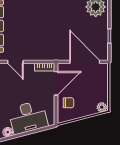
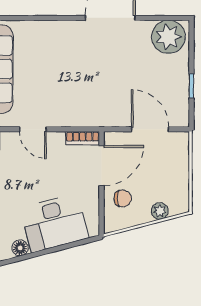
door: (85, 62) -> (150, 129), width x0.73
plant: (102, 107) -> (160, 211), moved

